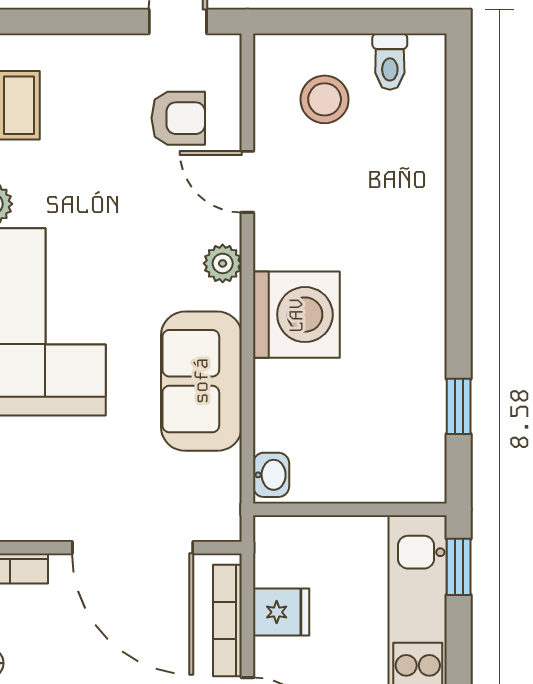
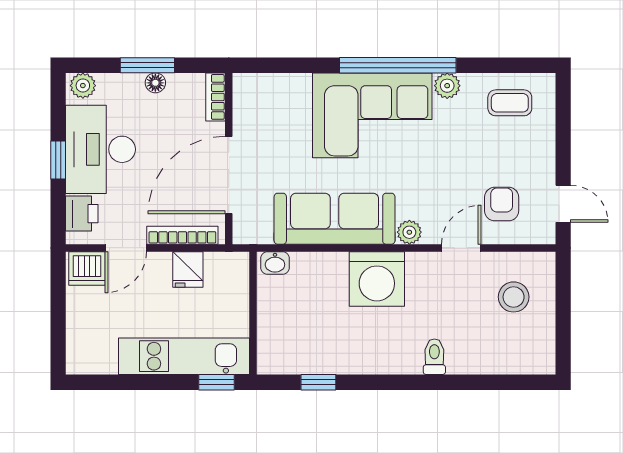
toilet: (390, 62) -> (434, 357), moved, turned 90
armchair: (178, 118) -> (502, 204), turned 180
sofa: (201, 381) -> (335, 219), width x1.36

